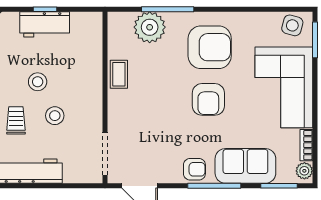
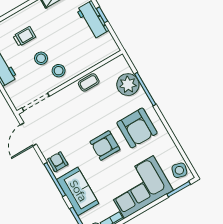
stool: (38, 82) -> (59, 71), moved
armchair: (194, 169) -> (58, 162), turned 180

